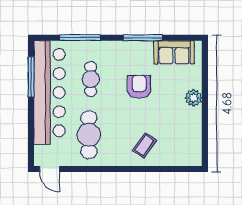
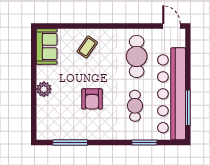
window: (80, 38) -> (144, 142), width x0.69
window: (143, 38) -> (70, 142), moved
sofa: (174, 52) -> (47, 47), moved, turned 90

